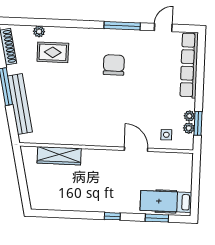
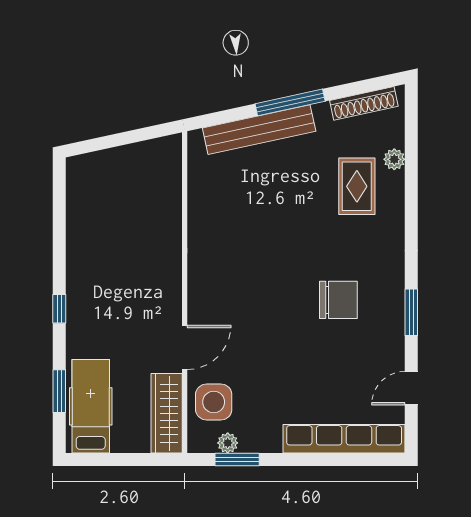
window: (122, 26) -> (411, 312), width x0.69
door: (163, 27) -> (411, 388), swing flipped
plant: (189, 116) -> (250, 443), removed
side table: (166, 135) -> (214, 402), width x1.87, depth x1.87
wardrobe: (59, 156) -> (167, 413), moved

